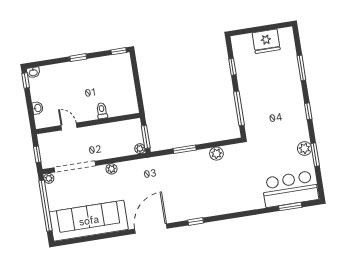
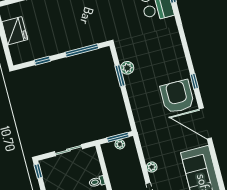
sliding door: (137, 85) -> (68, 150), added
plant: (140, 149) -> (120, 144), moved
window: (185, 149) -> (120, 76), moved
armchair: (182, 202) -> (177, 97), added

